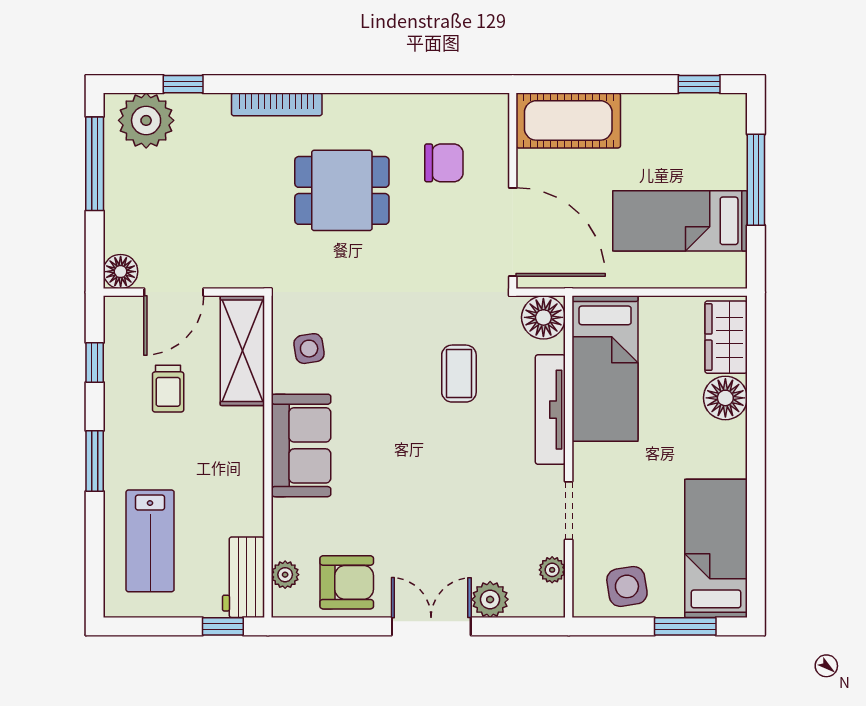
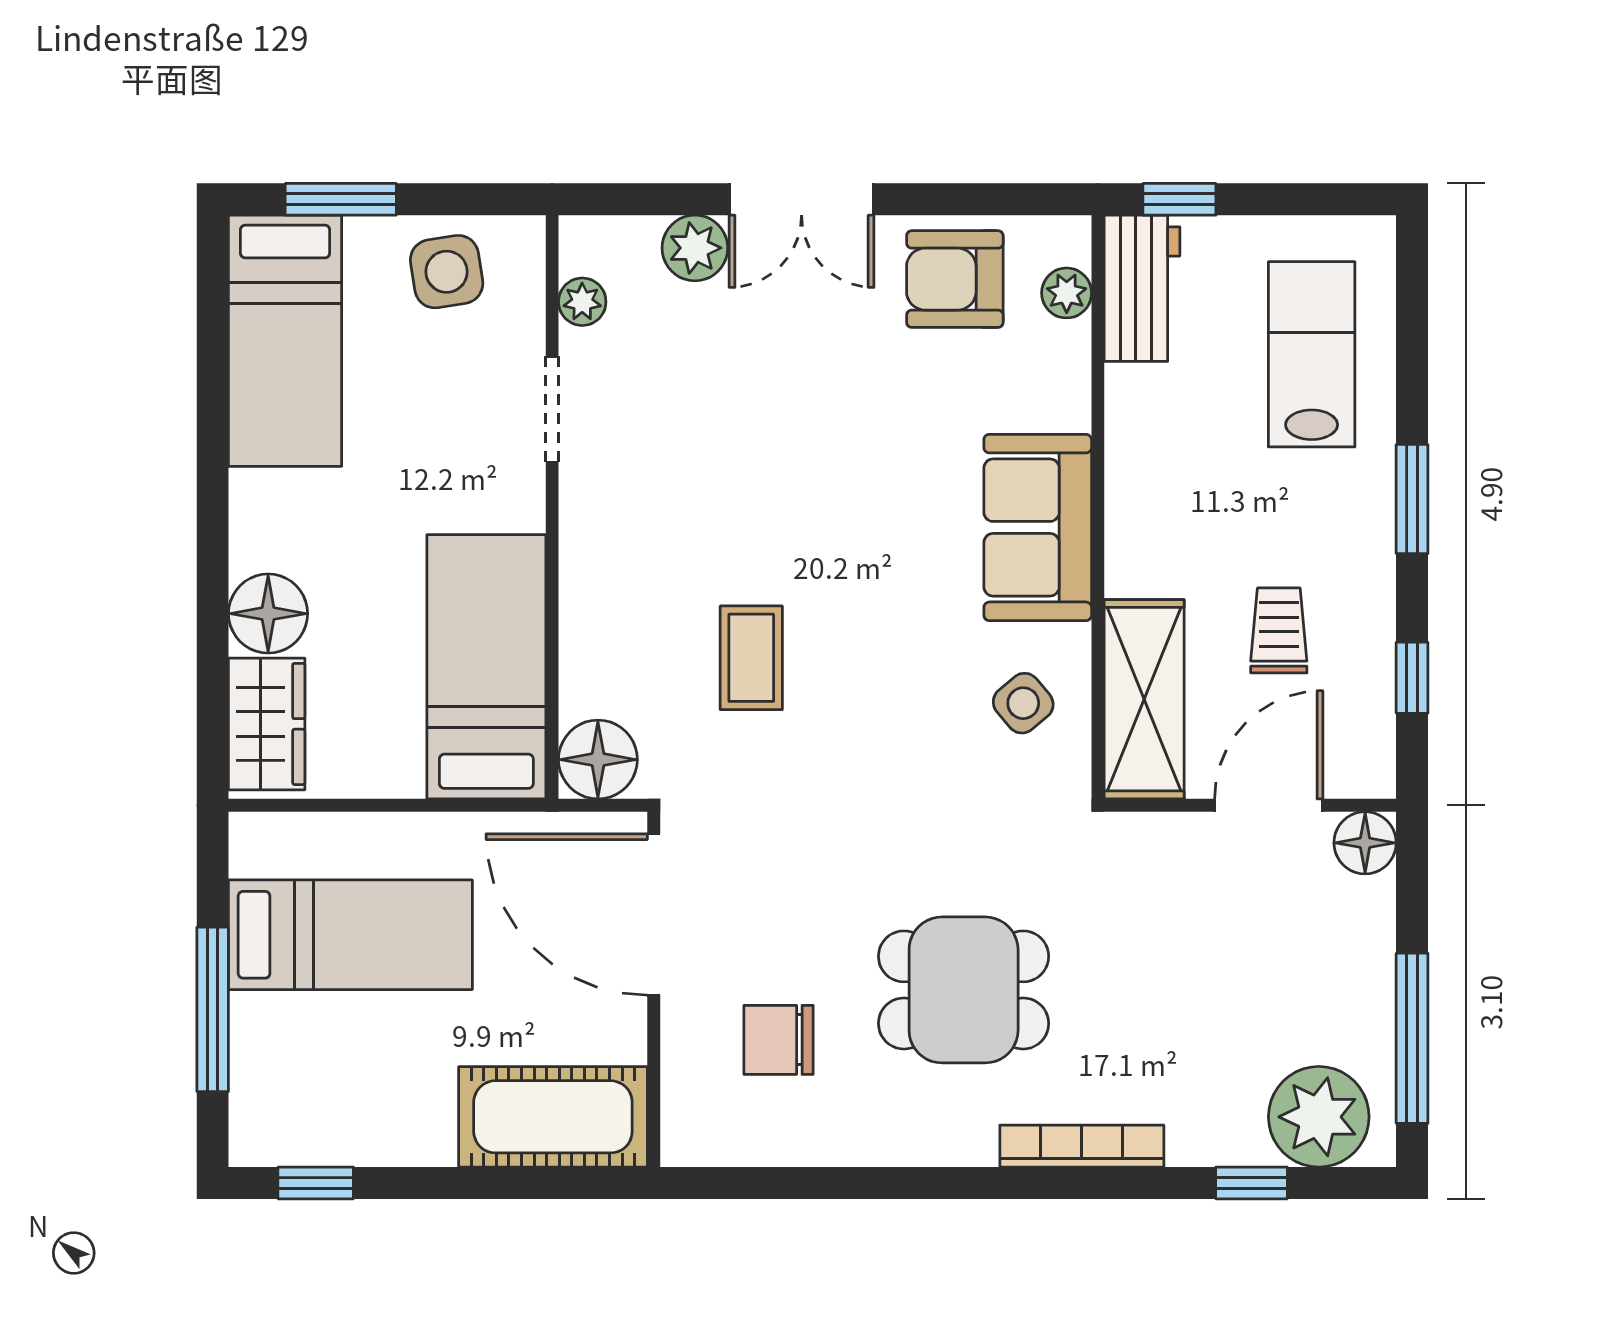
side table: (309, 349) -> (1023, 703), turned -31
tv unit: (550, 410) -> (585, 593), removed

